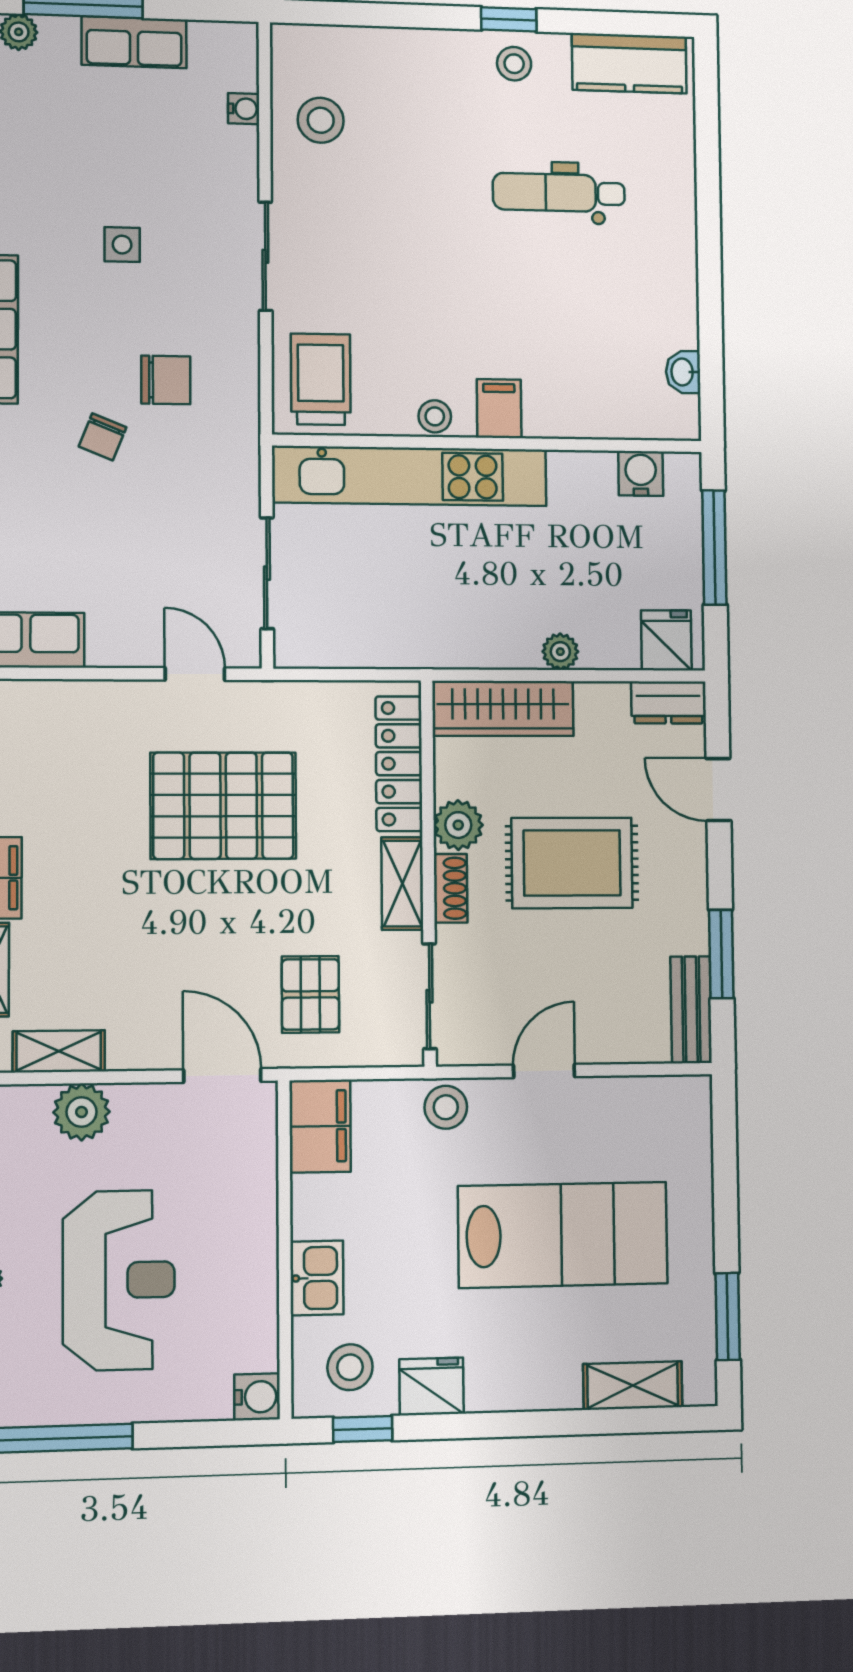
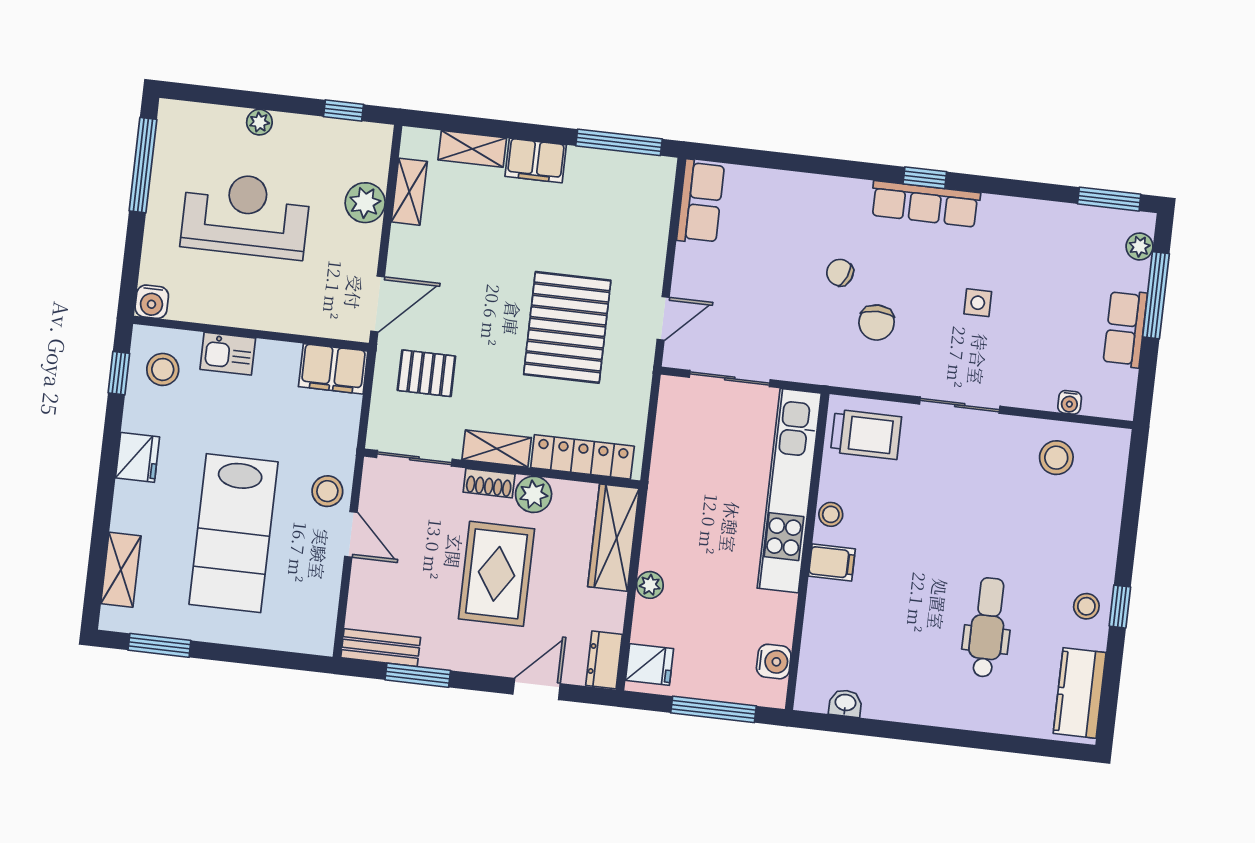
stool: (446, 1107) -> (327, 491), moved
reception desk: (119, 1280) -> (246, 215), turned 180
fridge: (431, 1386) -> (137, 457), moved

